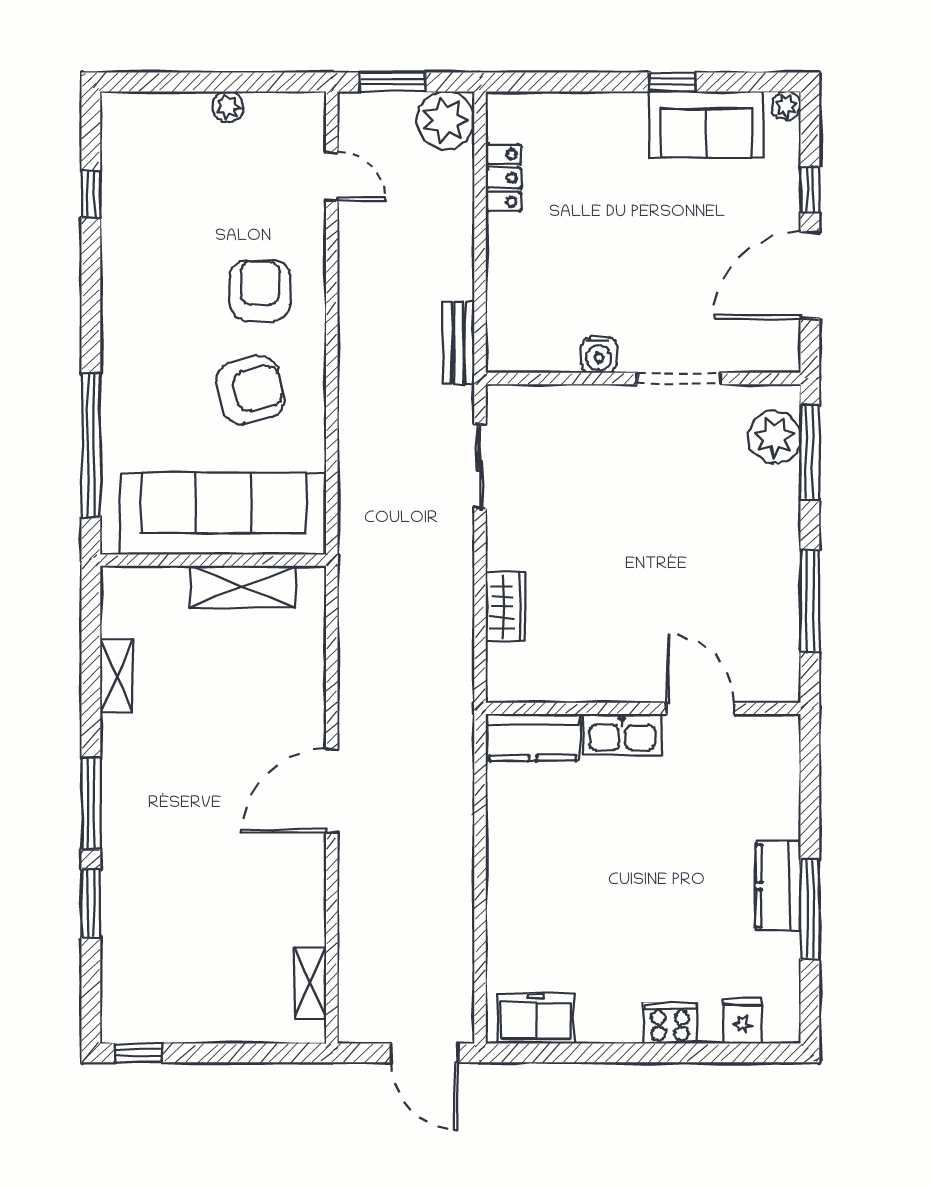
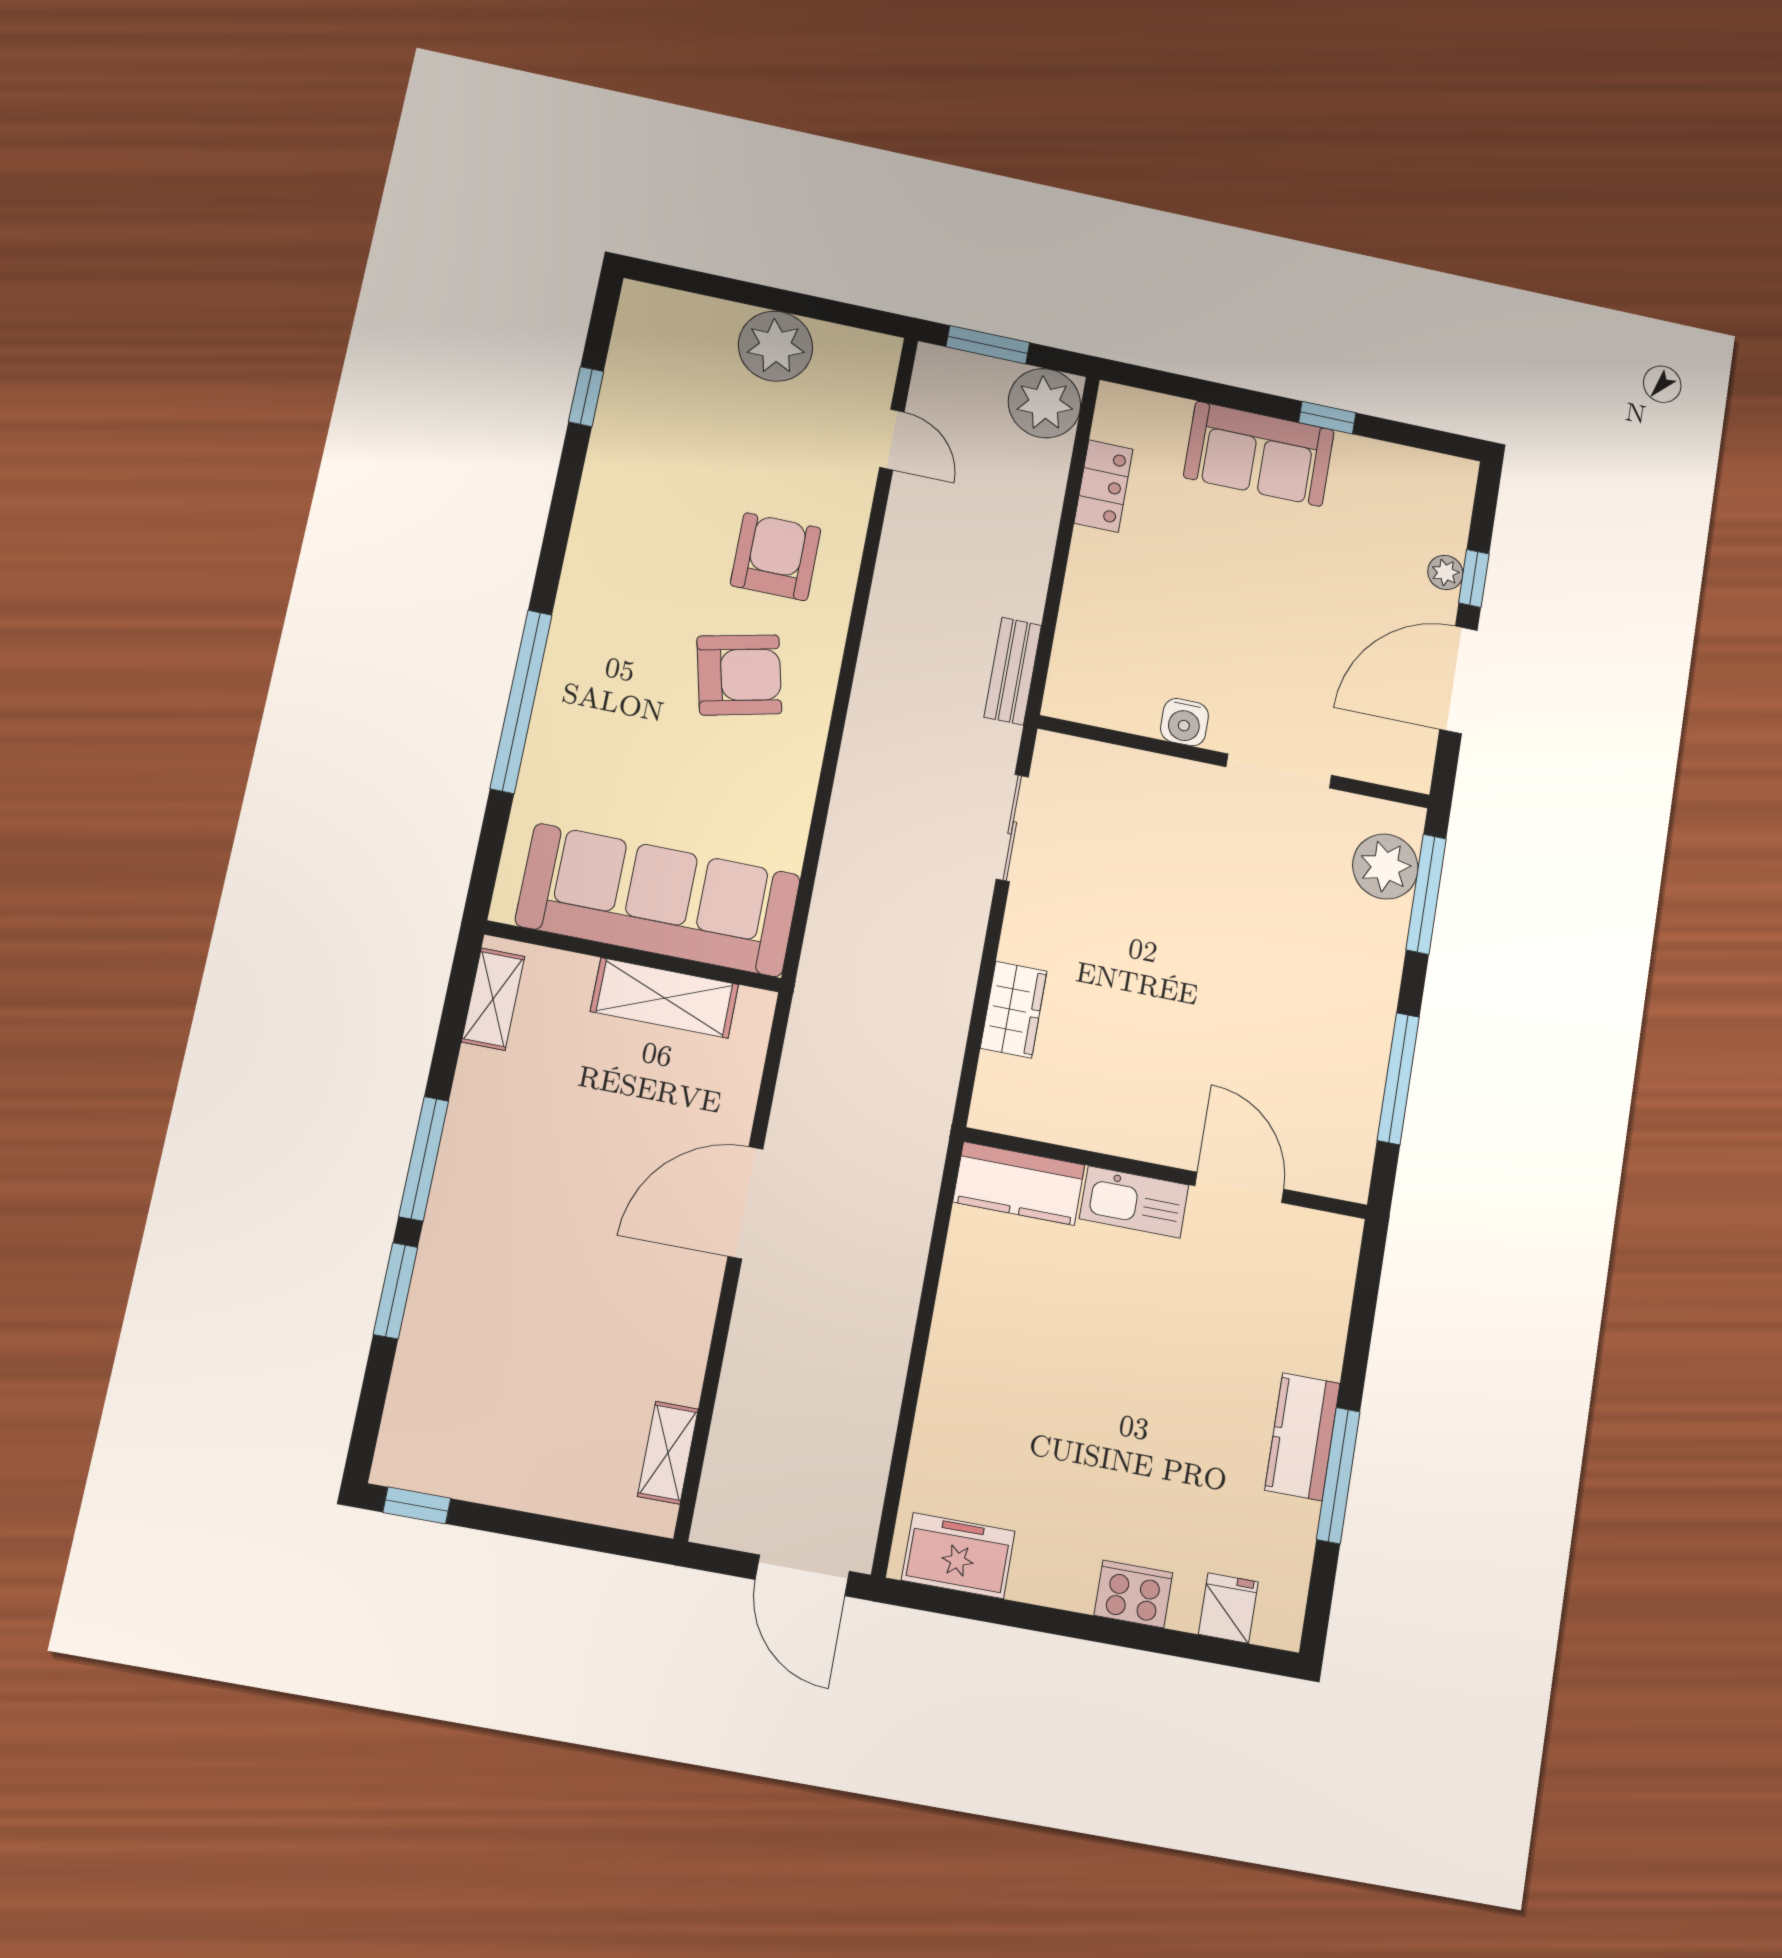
plant: (786, 106) -> (1445, 572), moved
plant: (228, 107) -> (776, 346), width x1.88, depth x1.88
sofa: (706, 124) -> (1259, 454), moved
sofa: (223, 514) -> (658, 900), moved
wall: (213, 560) -> (633, 956), moved
shelving: (242, 587) -> (664, 998), moved

